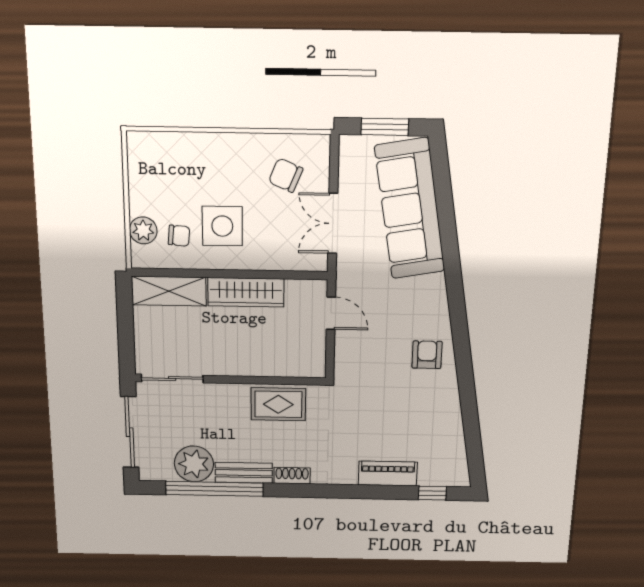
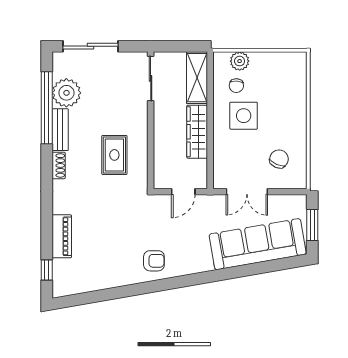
double door: (333, 223) -> (247, 192), swing flipped
sliding door: (172, 379) -> (151, 78), moved
wall: (230, 380) -> (151, 120), moved

